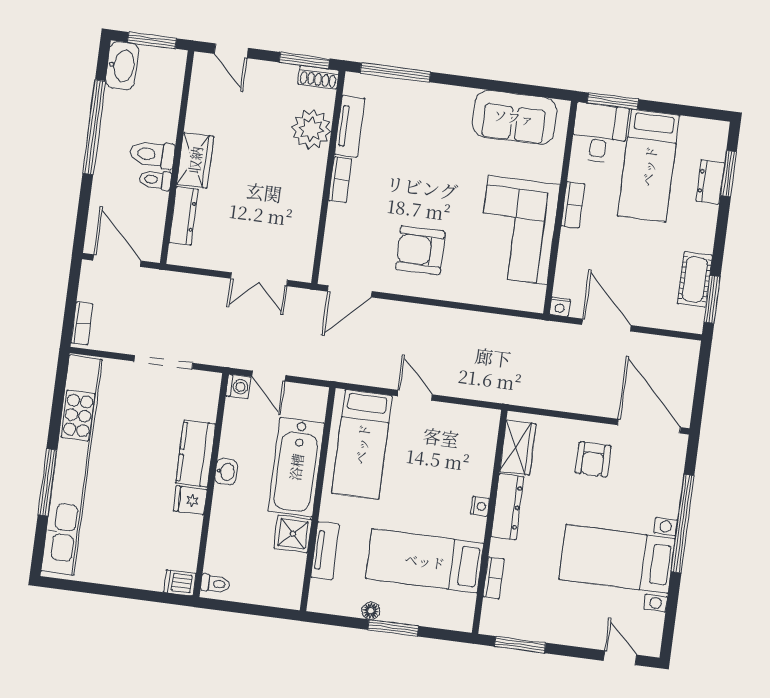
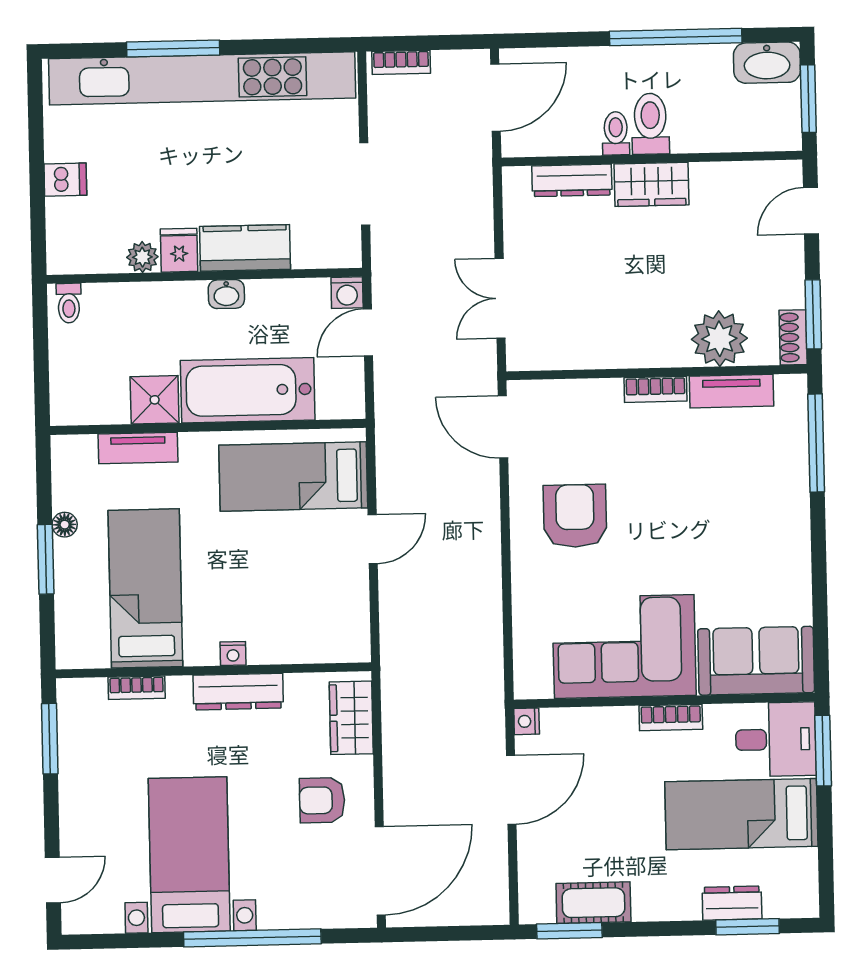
sofa: (514, 117) -> (756, 661), moved, turned 90
wardrobe: (518, 448) -> (351, 718), moved, turned 90
plant: (191, 527) -> (142, 257), added
dishwasher: (180, 583) -> (65, 180), moved, turned 90

